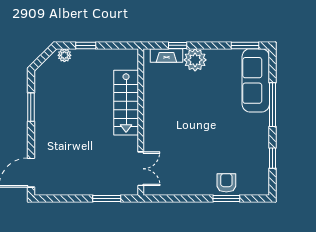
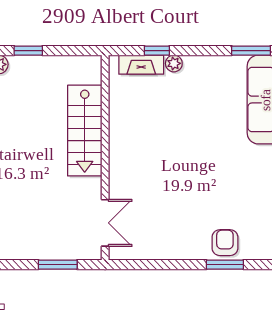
plant: (195, 60) -> (174, 63), width x0.53, depth x0.53

